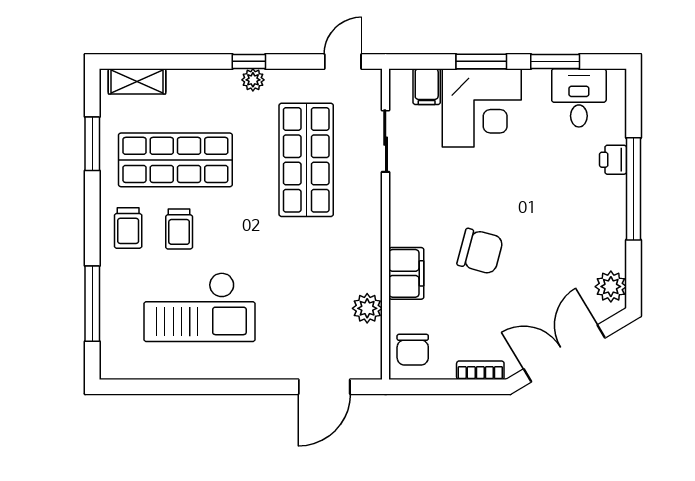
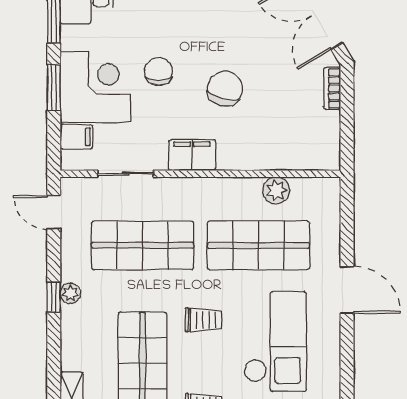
trolley: (179, 229) -> (204, 320), moved
filing cabinet: (406, 273) -> (192, 155), moved
shop shelf: (306, 288) -> (258, 245), added
chair: (413, 350) -> (159, 71), moved, turned -90
door: (324, 387) -> (347, 290), moved

